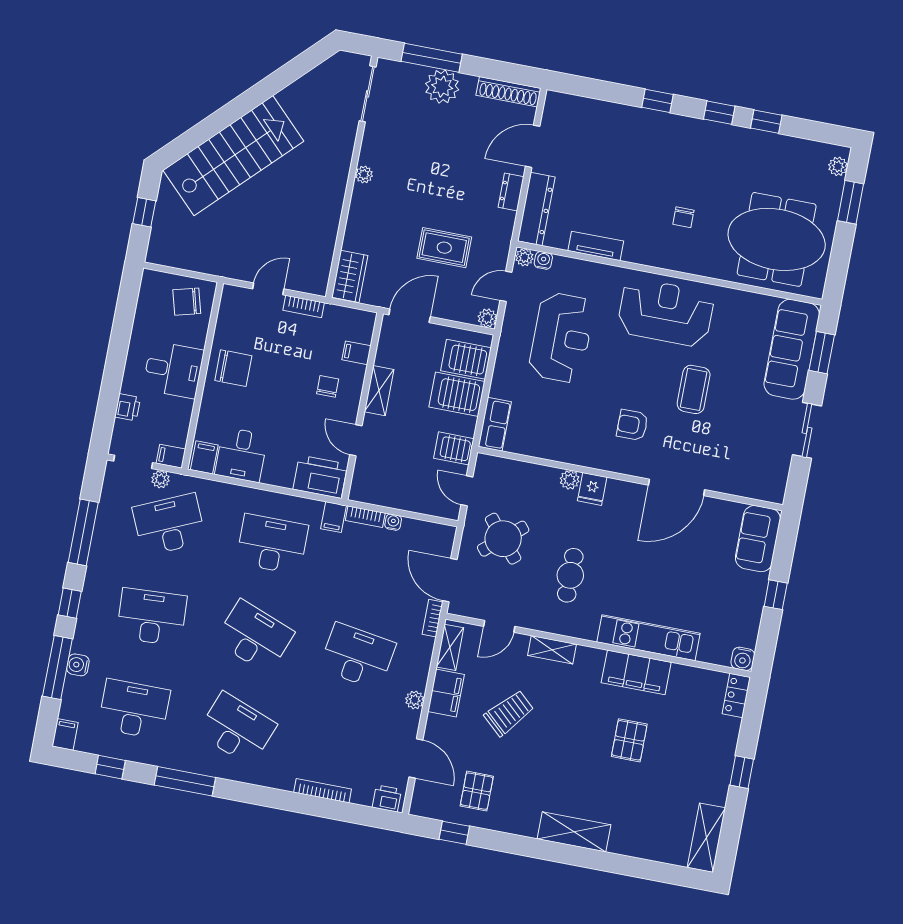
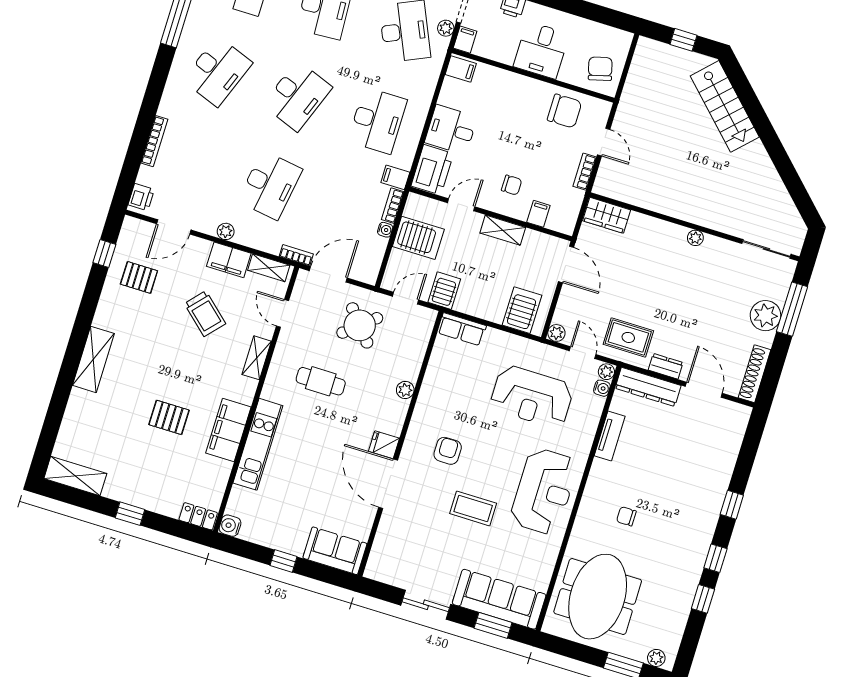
stairs: (233, 156) -> (725, 106), width x0.73, depth x0.66
rug: (444, 248) -> (628, 337), moved, turned 90
chair: (233, 368) -> (565, 111), moved, turned -90
server rack: (457, 394) -> (418, 238), moved, turned 90
desk: (241, 455) -> (451, 130), moved
fridge: (592, 489) -> (384, 445), moved

